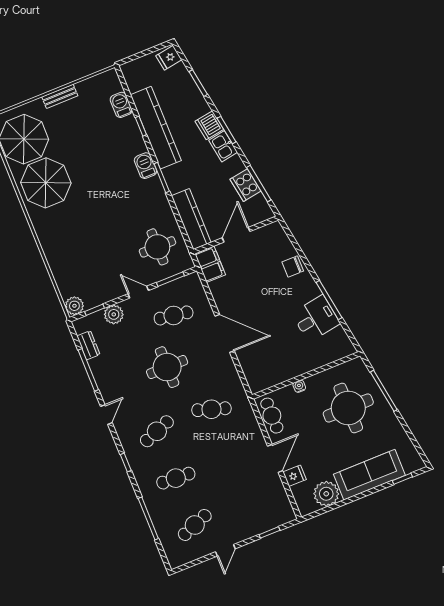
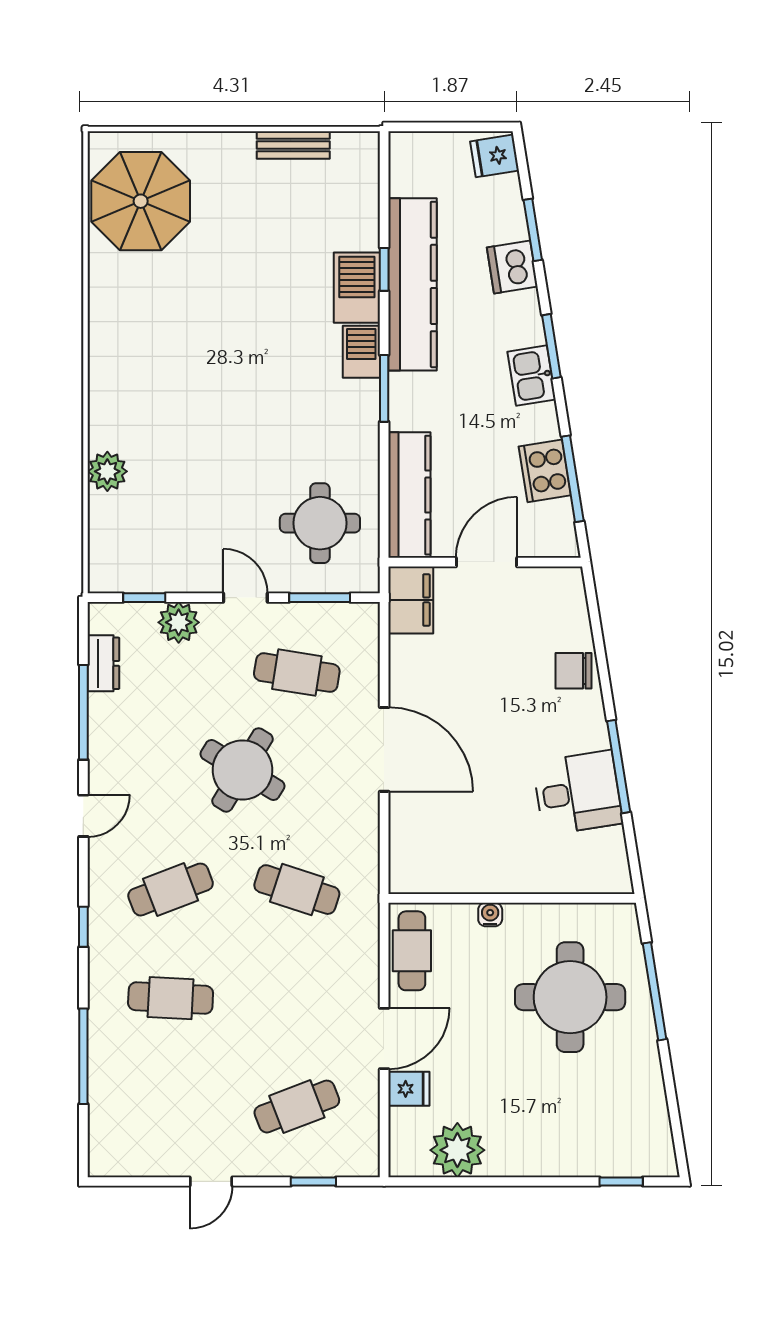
bench: (60, 96) -> (293, 145), moved
barbecue: (121, 105) -> (357, 288), moved, width x1.38, depth x1.27
dishwasher: (209, 125) -> (512, 267), moved
parasol: (46, 183) -> (149, 306), removed
plant: (74, 306) -> (107, 471), moved
round table: (167, 367) -> (242, 770), turned 31
sofa: (369, 475) -> (559, 1147), removed
cafe table: (195, 525) -> (297, 1107), moved

